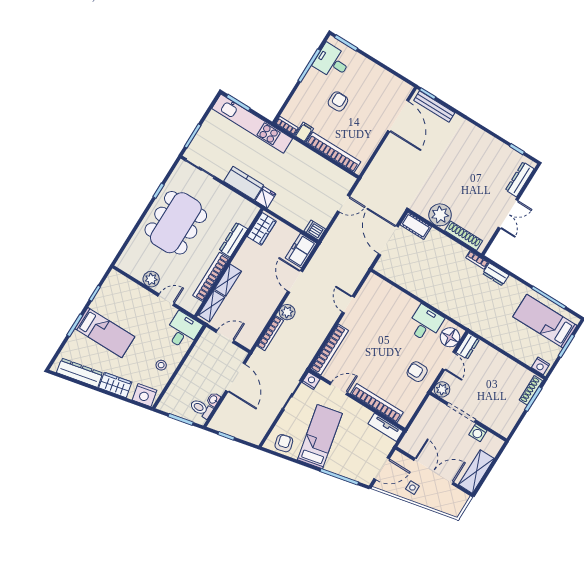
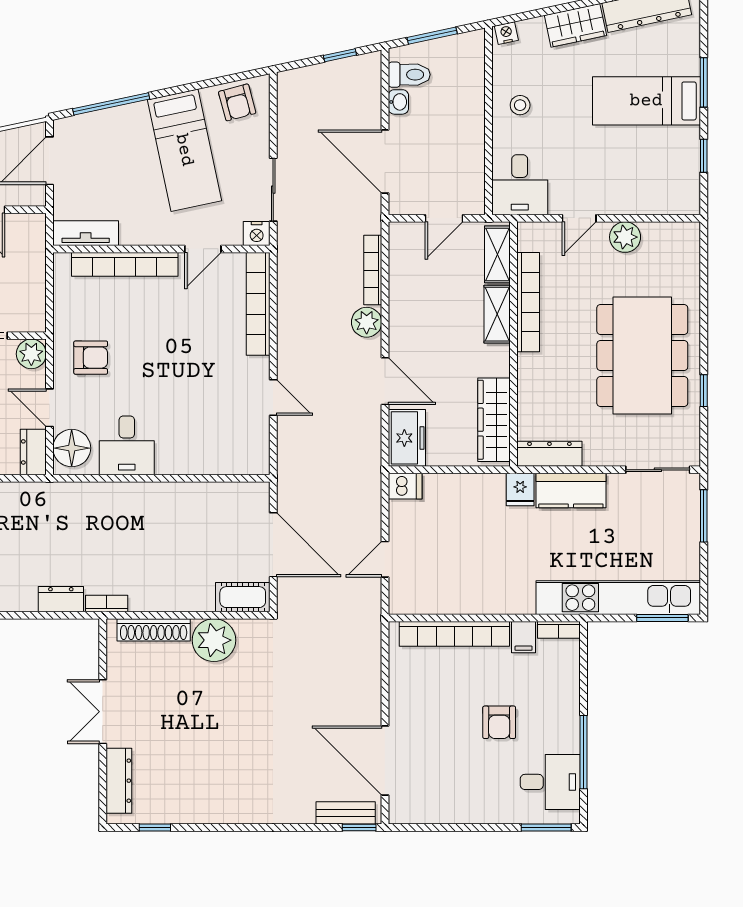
bench: (434, 107) -> (346, 813), width x0.73
wardrobe: (262, 229) -> (494, 420), width x1.50
dresser: (233, 240) -> (549, 454), moved, turned -90
nightstand: (144, 395) -> (506, 33), width x0.53, depth x0.56

